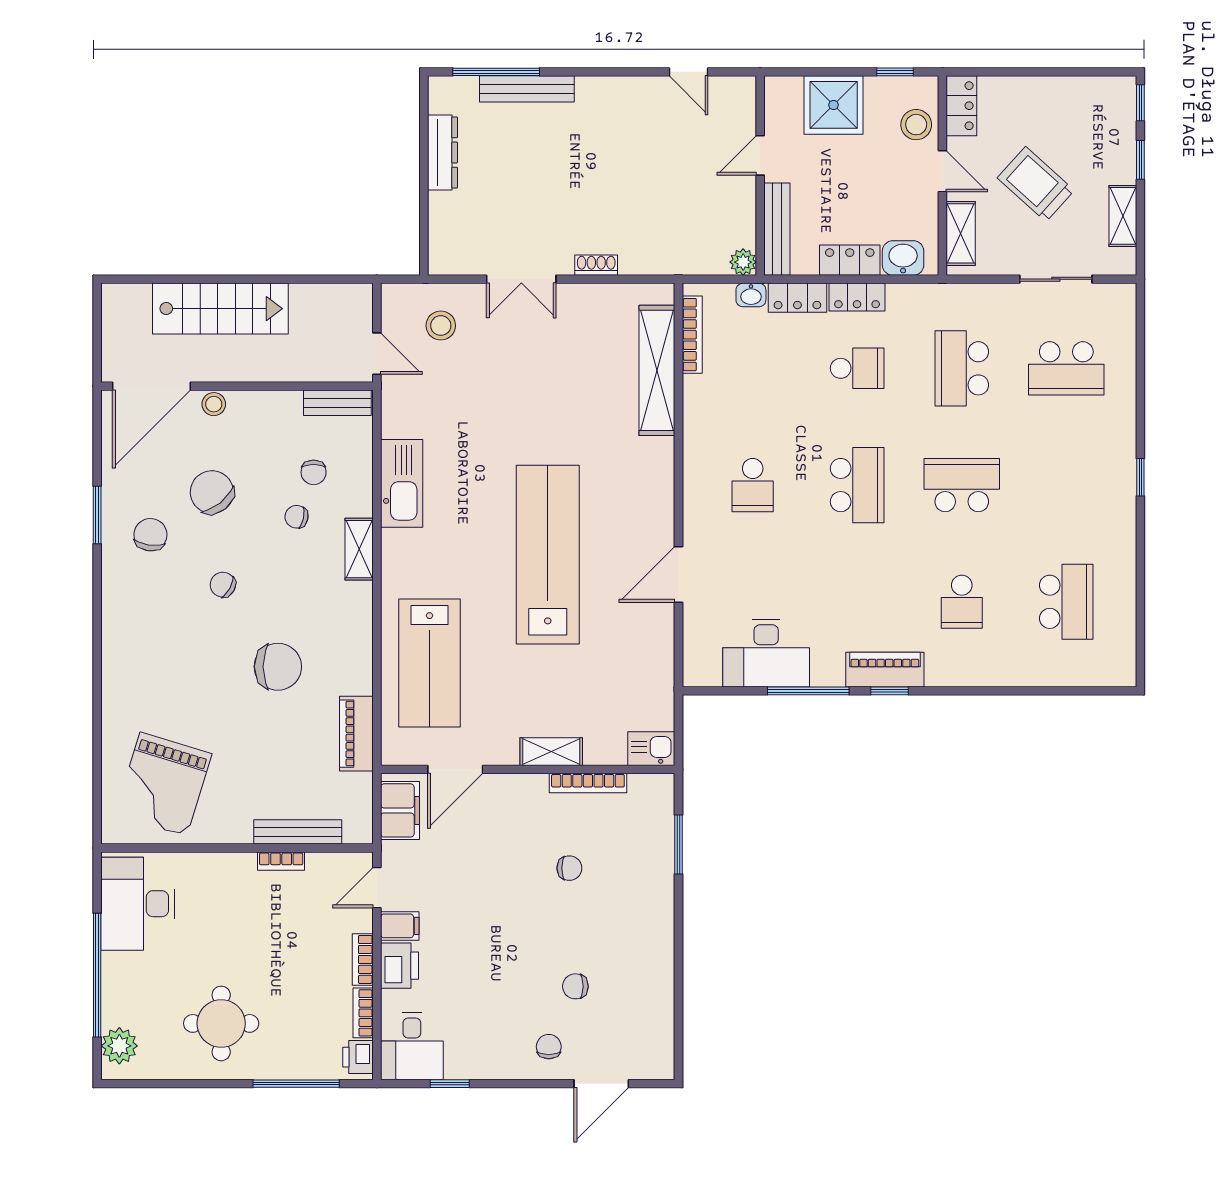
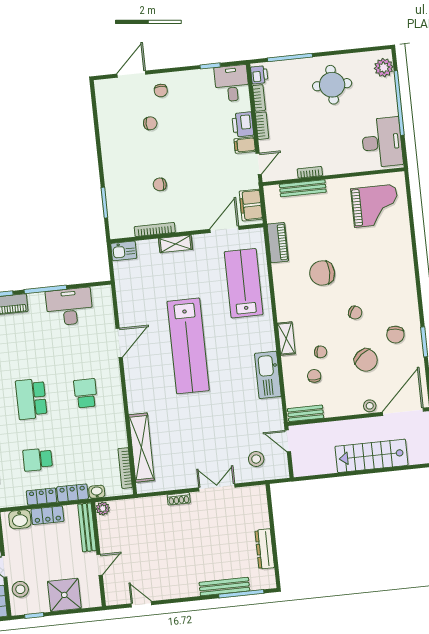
grand piano: (163, 784) -> (375, 206), turned 73

